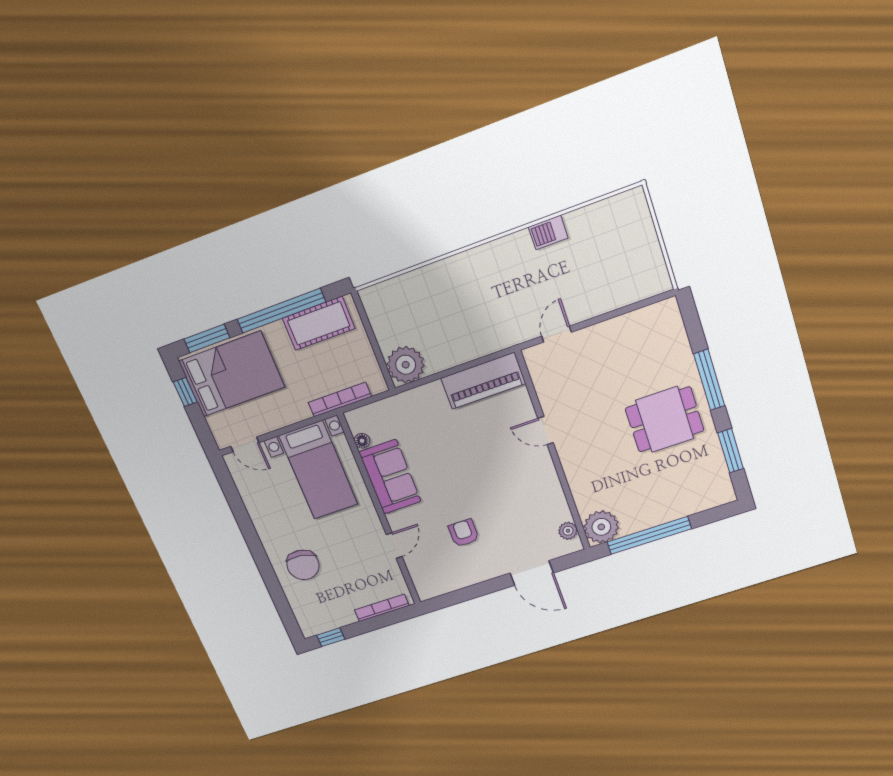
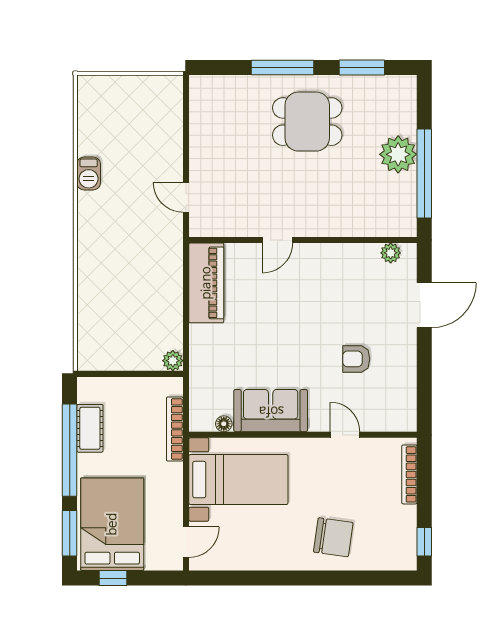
cot: (319, 323) -> (90, 428), width x0.73, depth x0.75
plant: (406, 365) -> (173, 361), width x0.53, depth x0.53
dining table: (665, 420) -> (307, 122), turned 90
plant: (601, 527) -> (398, 154), moved

